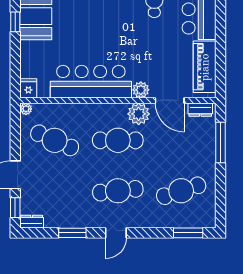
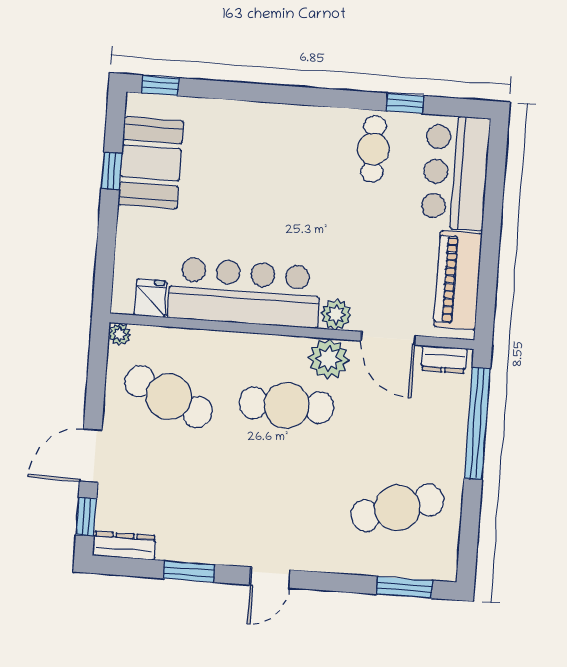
fridge: (28, 88) -> (151, 298), moved
window: (221, 143) -> (477, 424), width x1.46
cafe table: (118, 191) -> (280, 499), removed
dresser: (32, 222) -> (124, 546), width x1.44

